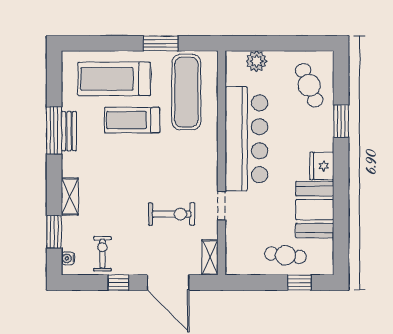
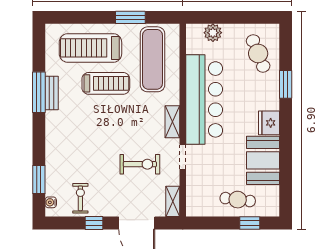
treadmill: (132, 120) -> (106, 83), turned 180
shelving: (70, 197) -> (172, 122), moved

